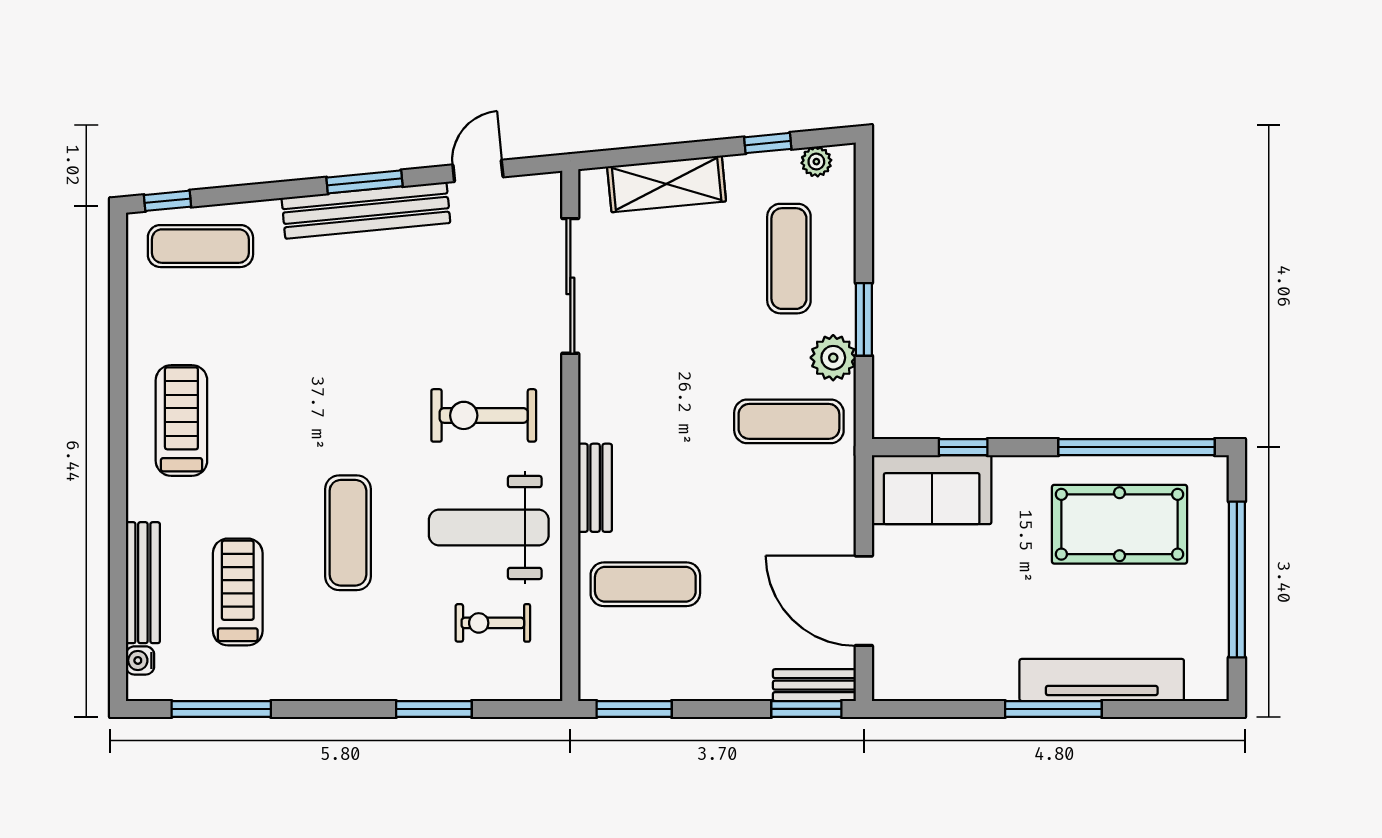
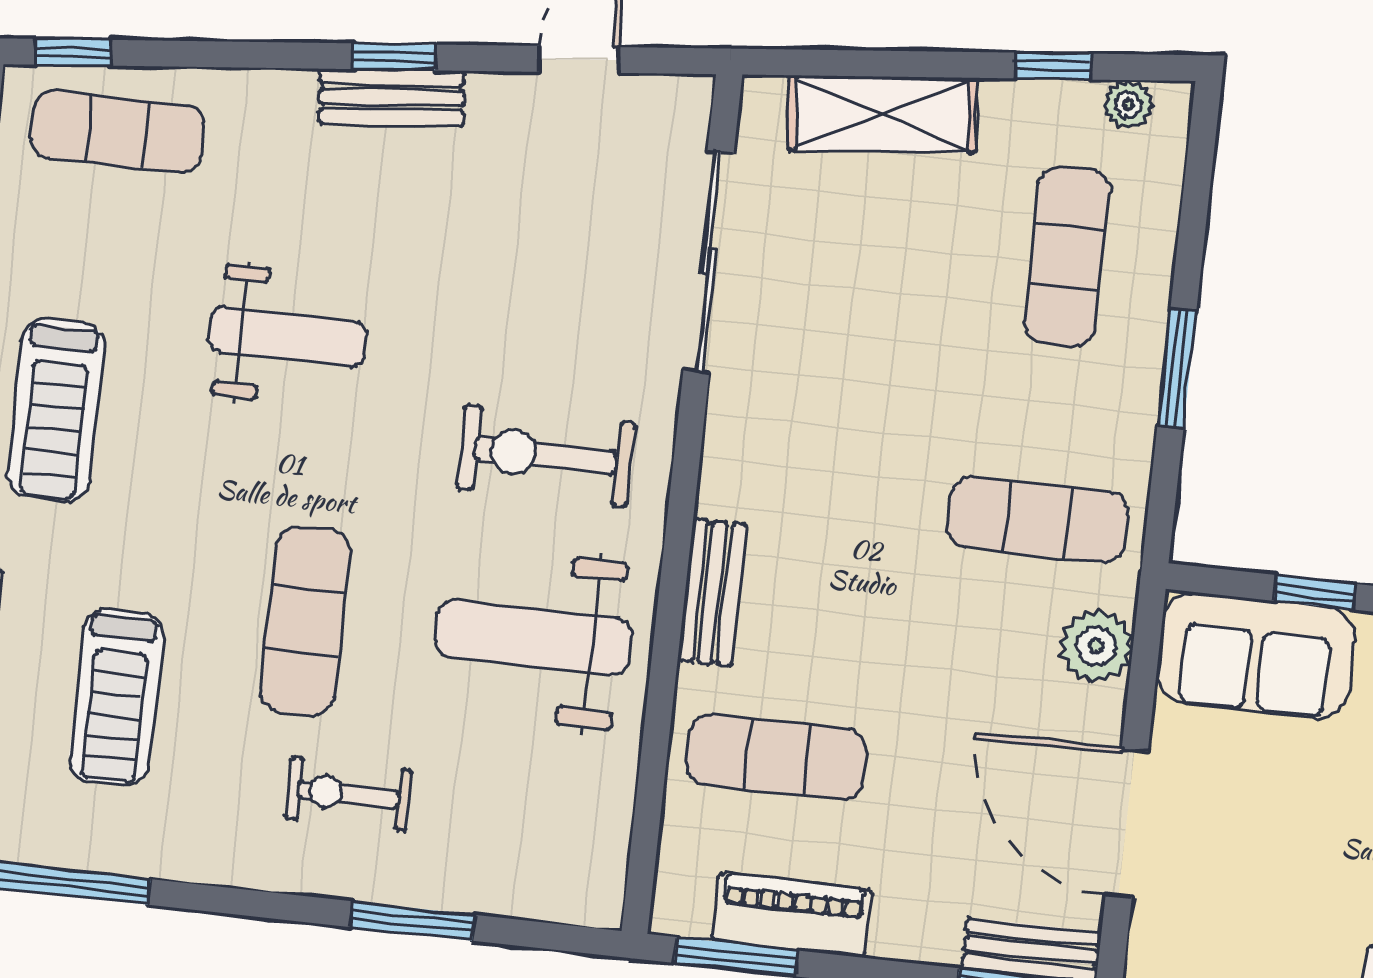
window: (364, 182) -> (394, 57), width x0.67
bench: (366, 210) -> (392, 97), width x0.54, depth x0.82
plant: (833, 358) -> (1096, 646), moved
weight bench: (318, 360) -> (288, 337), added
treadmill: (181, 420) -> (56, 410), turned 180
treadmill: (238, 592) -> (116, 697), turned 180
exercise bike: (493, 623) -> (349, 794), moved
piano: (665, 680) -> (792, 915), added

